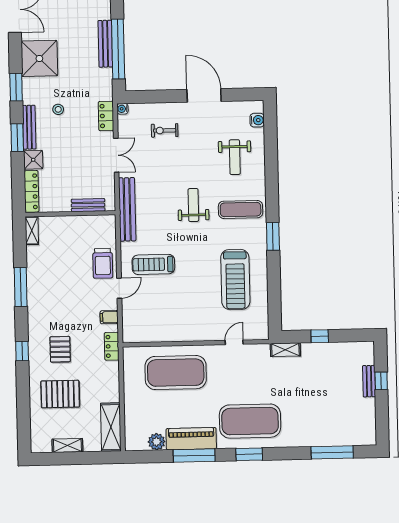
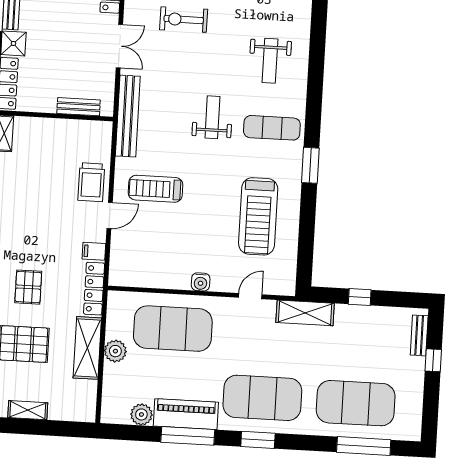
water cooler: (257, 120) -> (201, 282), moved, turned 90
exercise bike: (165, 130) -> (184, 19), width x1.38, depth x1.39
locker: (112, 346) -> (94, 289), width x1.53
shelving: (285, 350) -> (305, 313), width x1.50, depth x1.33
bench: (369, 381) -> (419, 335), moved
plant: (132, 394) -> (115, 351), added
exercise mat: (323, 419) -> (356, 403), added
shelving: (111, 427) -> (87, 348), moved

